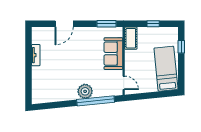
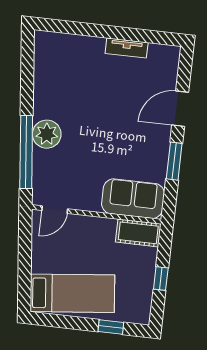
door: (64, 24) -> (180, 109), hinge flipped
window: (107, 24) -> (174, 161), moved
sofa: (113, 54) -> (133, 199), moved

